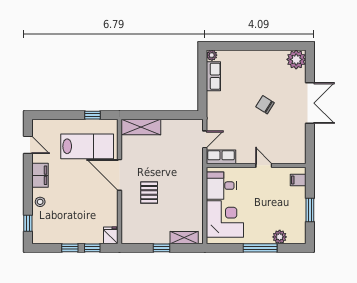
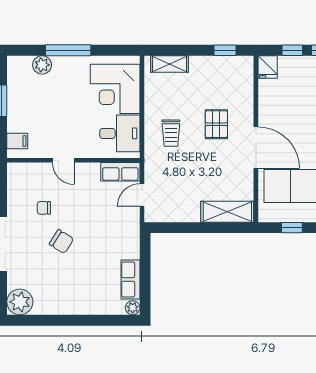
chair: (278, 130) -> (44, 208), added
trolley: (183, 186) -> (171, 133), added
window: (161, 248) -> (225, 50), moved

